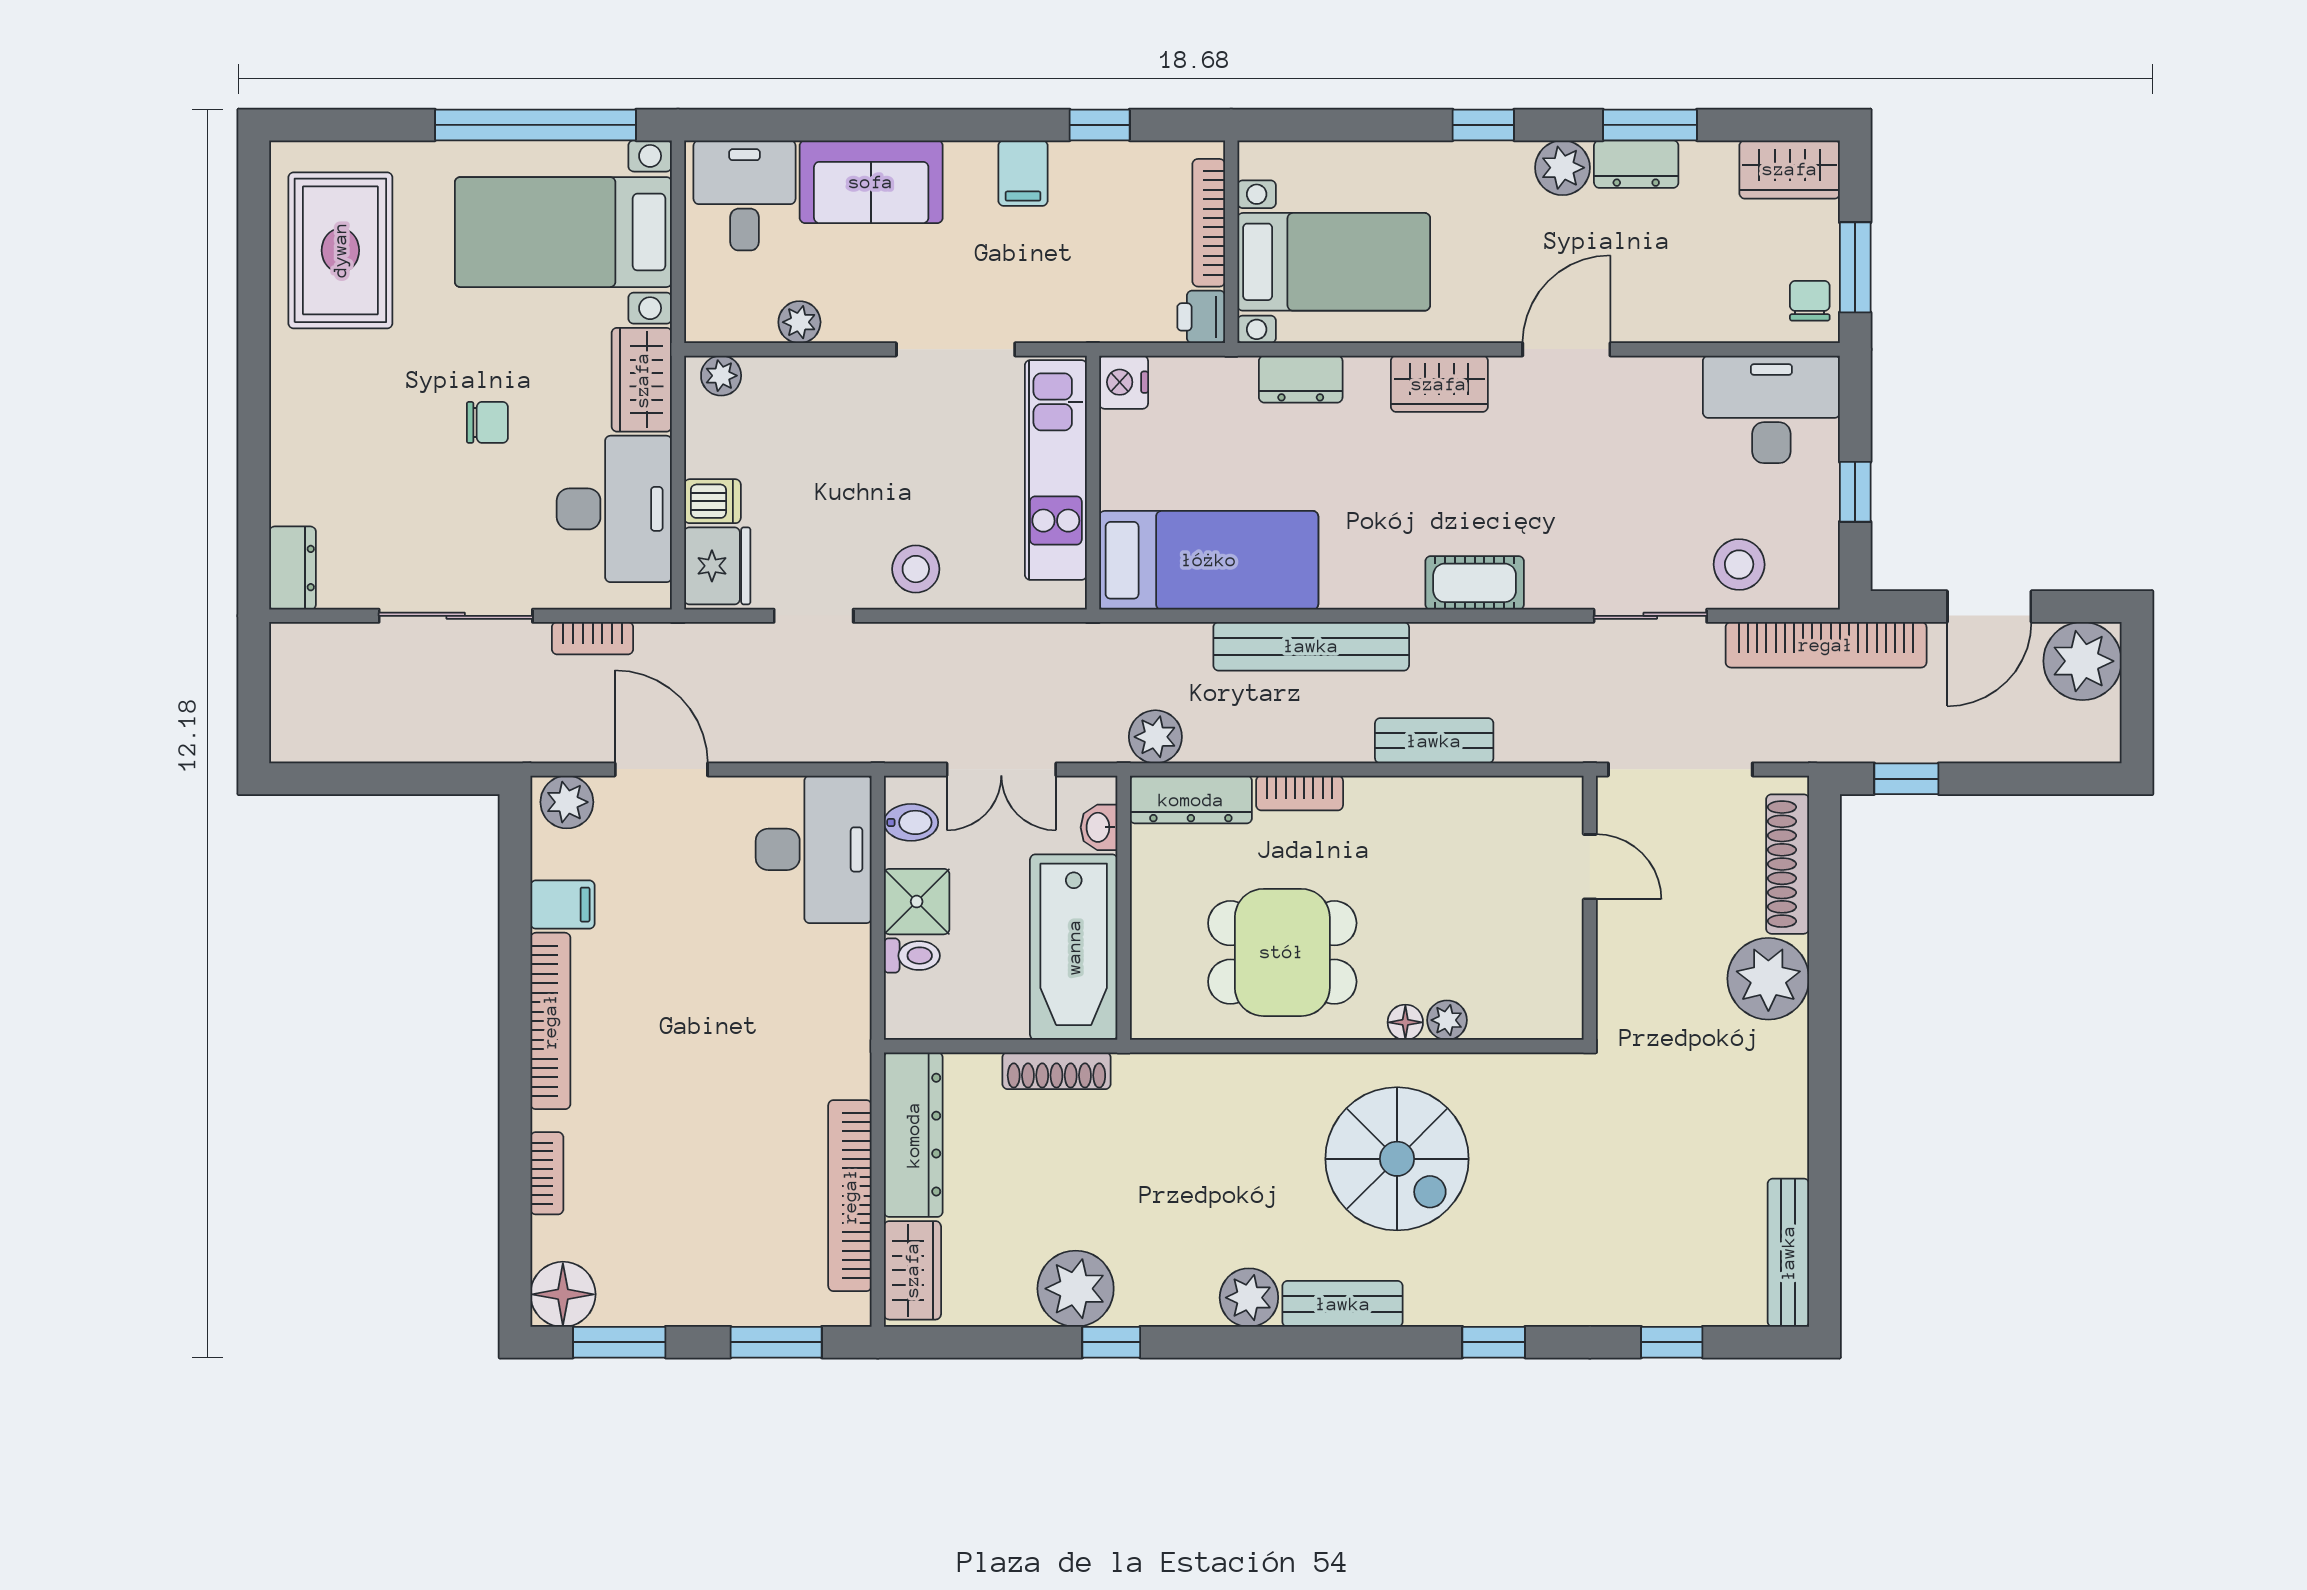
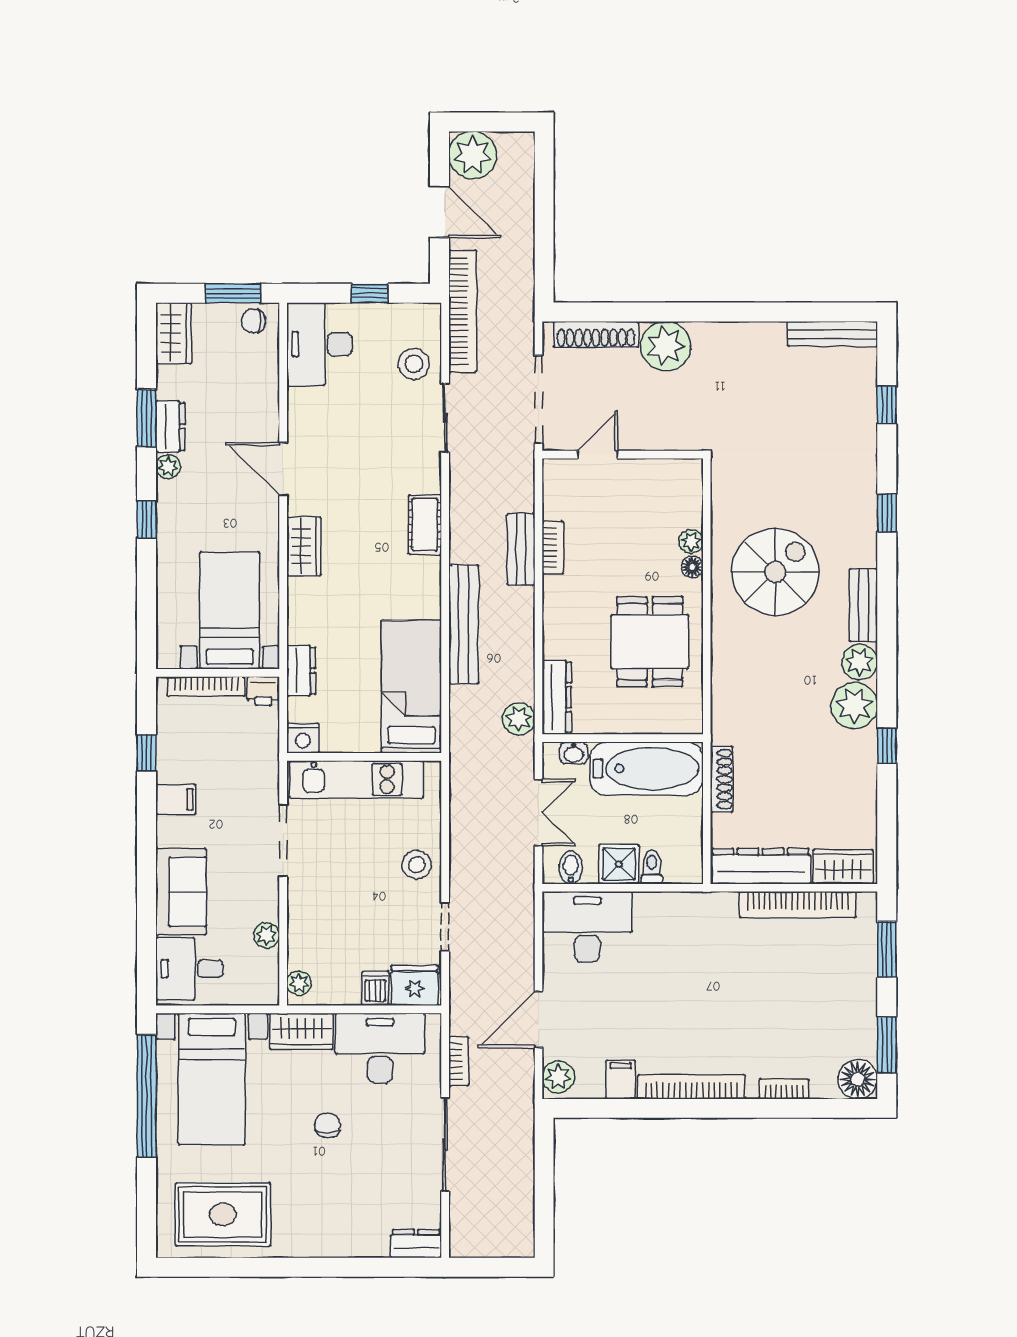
plant: (1562, 168) -> (168, 467), width x0.73, depth x0.73
dresser: (1301, 379) -> (301, 671), moved
window: (1906, 779) -> (544, 262), removed
bookcase: (1300, 793) -> (553, 547), moved
plant: (1076, 1289) -> (854, 705), moved

